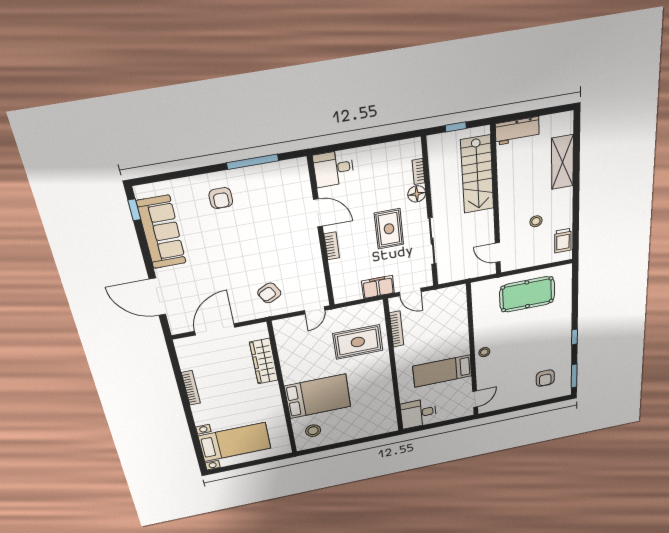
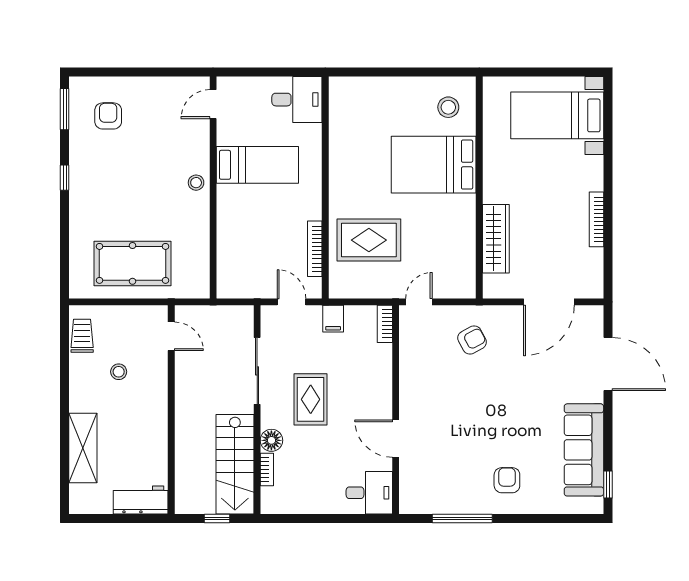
stairs: (477, 175) -> (235, 464), moved, turned 180
bookcase: (332, 246) -> (385, 324), moved
filing cabinet: (378, 287) -> (333, 319), width x0.50

